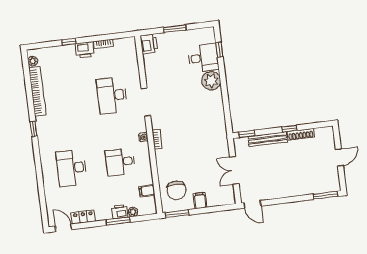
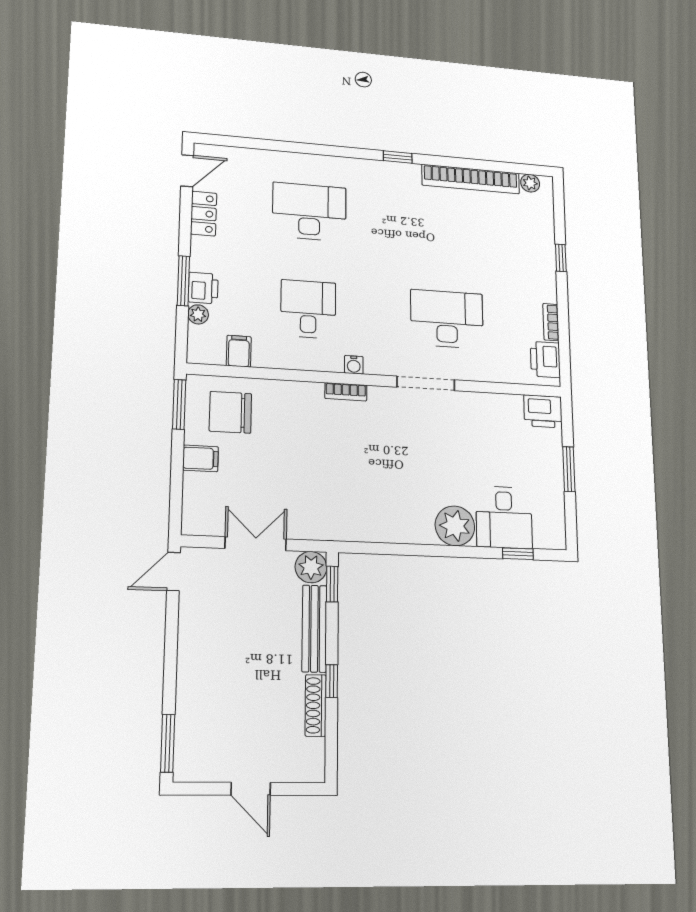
printer: (85, 50) -> (545, 359), moved
plant: (241, 144) -> (311, 567), added

